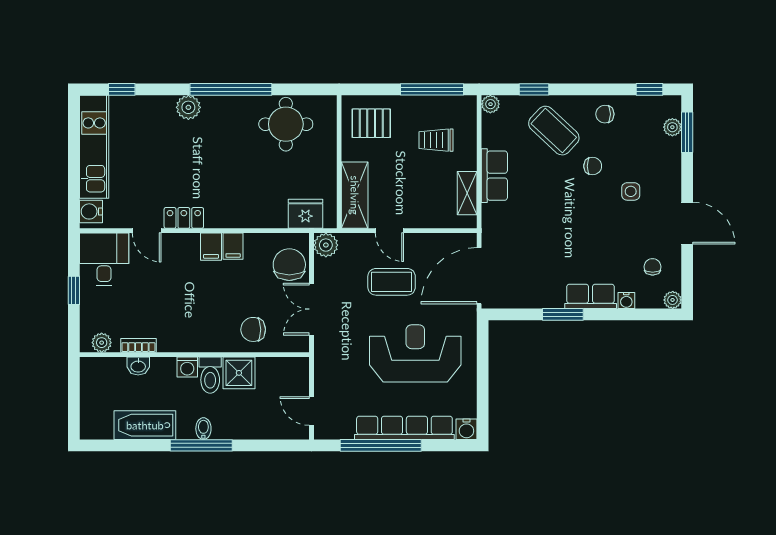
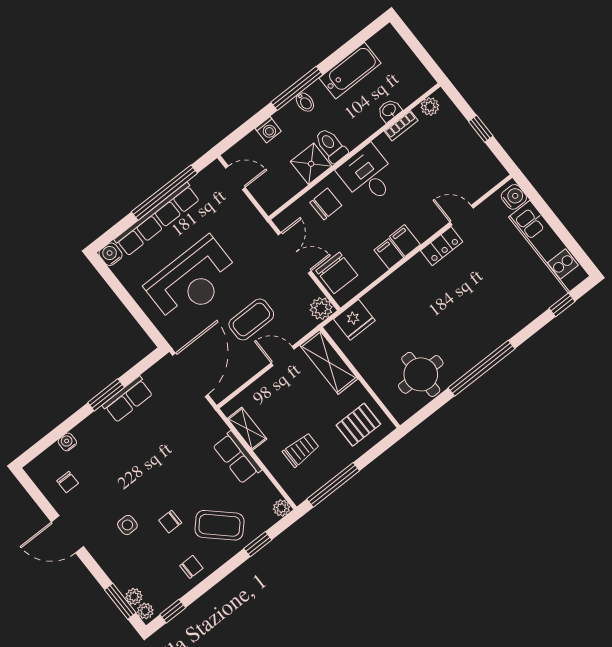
plant: (188, 107) -> (502, 330), removed
desk: (104, 259) -> (368, 175), moved, turned 180
row of seats: (591, 296) -> (128, 399), moved
plant: (673, 300) -> (145, 611), moved
washing machine: (187, 367) -> (268, 130), moved, turned 180

